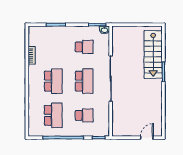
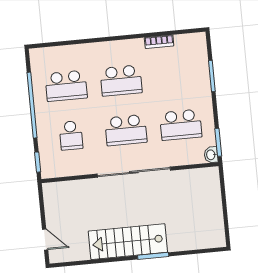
school desk: (84, 47) -> (181, 125), width x1.85
stairs: (153, 54) -> (128, 242), moved

